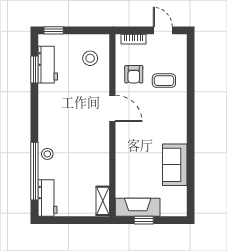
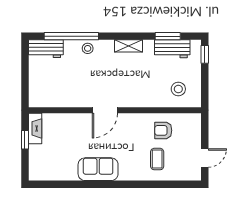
bookcase: (133, 39) -> (196, 130), removed
door: (112, 108) -> (105, 110), moved
sofa: (175, 165) -> (98, 169), moved
shelving: (103, 201) -> (129, 46), moved
fireplace: (138, 207) -> (35, 128), width x0.73, depth x0.76

